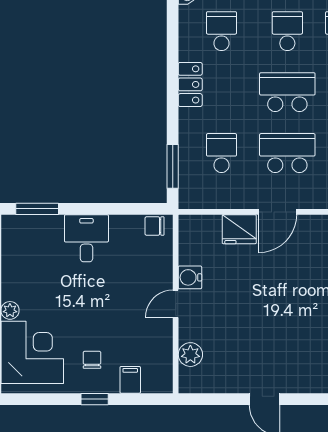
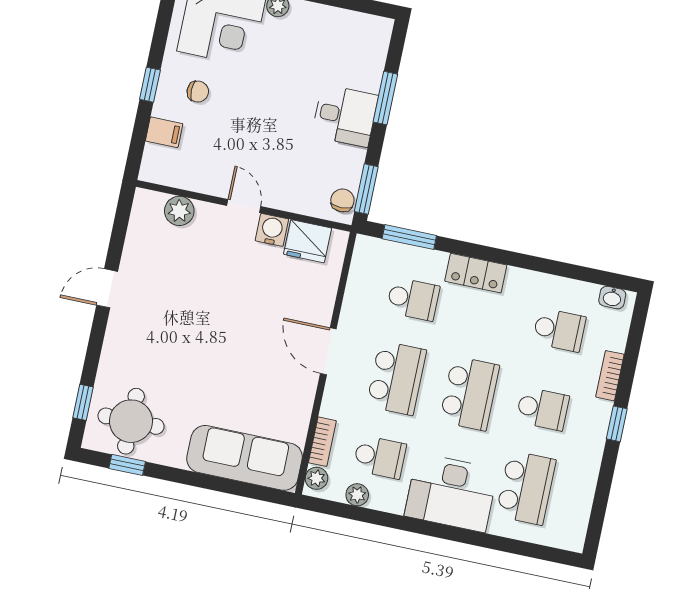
locker: (190, 84) -> (476, 273), moved
window: (37, 209) -> (385, 98), moved
window: (141, 209) -> (366, 189), added
fridge: (239, 229) -> (308, 241), moved, turned -90

